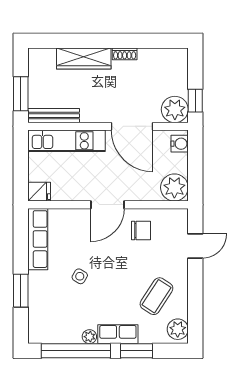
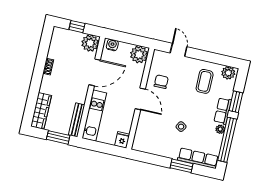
wardrobe: (84, 58) -> (41, 111), moved
window: (195, 101) -> (77, 27), moved
row of seats: (38, 239) -> (198, 158), moved
coffee table: (156, 296) -> (205, 81), turned 57

